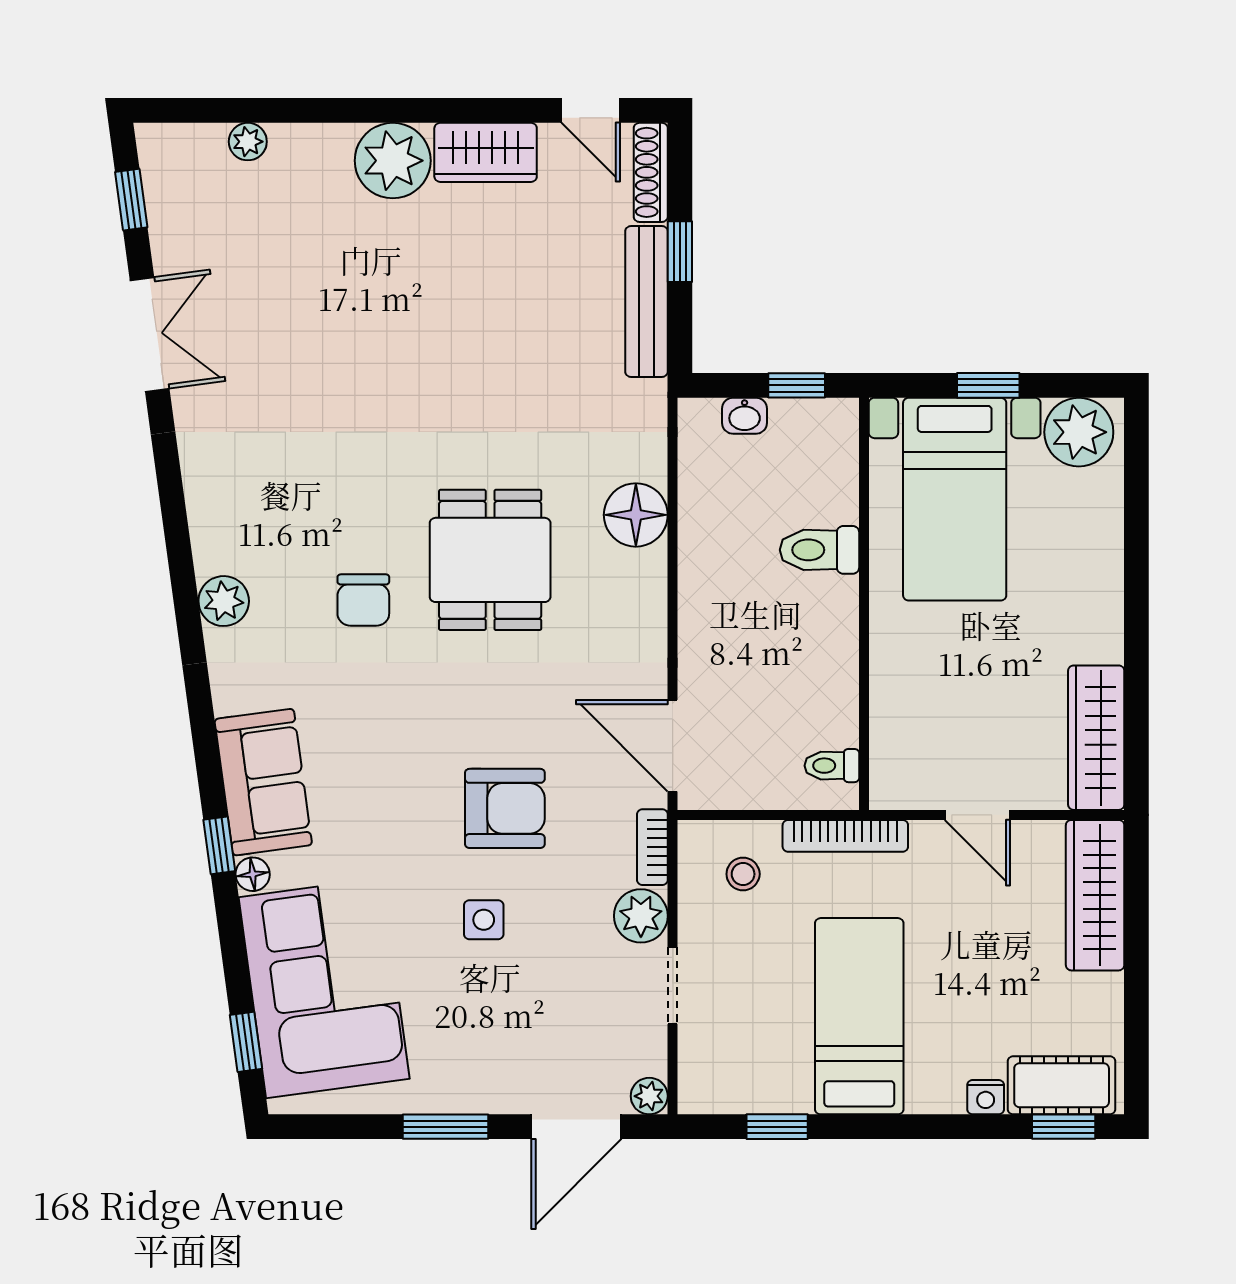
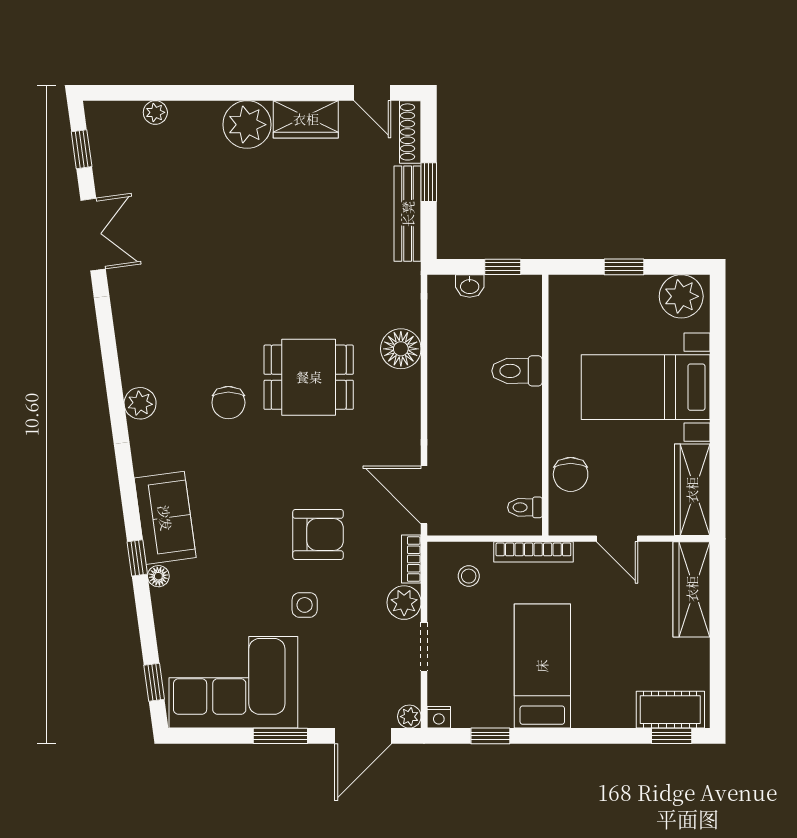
bed with nightstands: (955, 499) -> (646, 387), moved, turned 90
dining table: (490, 560) -> (309, 377), turned 90
chair: (904, 713) -> (571, 474), added
corner sofa: (324, 988) -> (233, 682), moved, turned -82
nightstand: (986, 1097) -> (439, 717), moved

